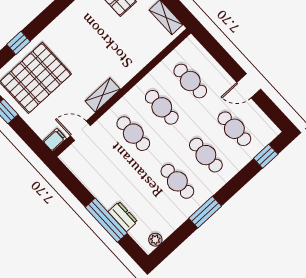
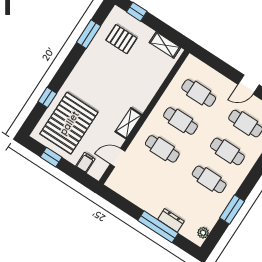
filing cabinet: (55, 140) -> (85, 163), moved
window: (205, 212) -> (232, 209), moved

